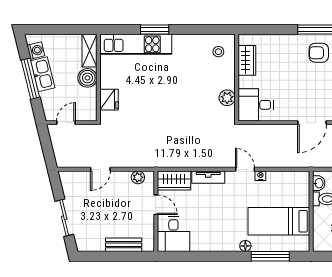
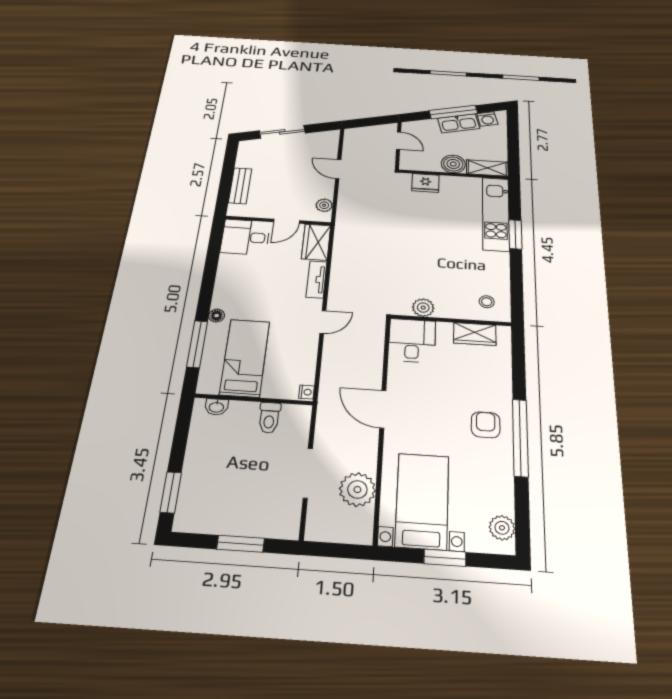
nightstand: (260, 176) -> (306, 392), moved
washbasin: (319, 183) -> (216, 407), moved

